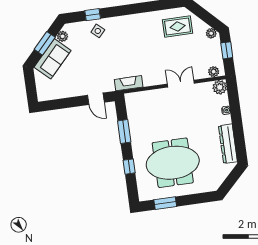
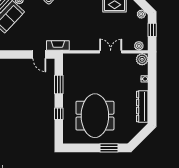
fireplace: (129, 83) -> (58, 45), moved
meeting table: (173, 163) -> (95, 116), turned 90
window: (165, 203) -> (109, 148), moved

